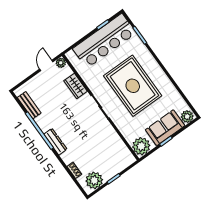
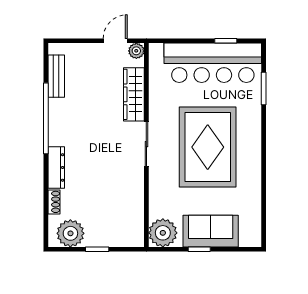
wardrobe: (76, 86) -> (134, 94), width x1.50
plant: (187, 116) -> (250, 237), removed
dresser: (55, 142) -> (56, 167), moved

